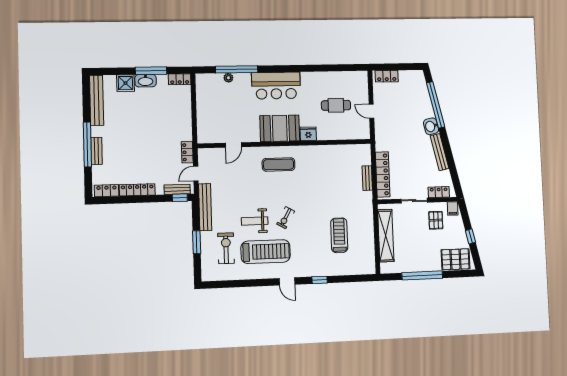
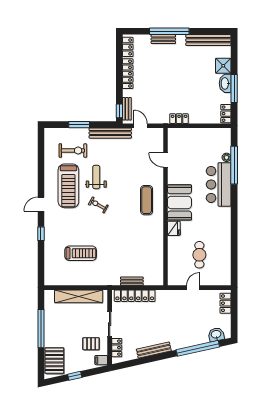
bar counter: (276, 86) -> (219, 184), moved
washbasin: (431, 126) -> (216, 335), moved
locker: (187, 152) -> (179, 119), moved

